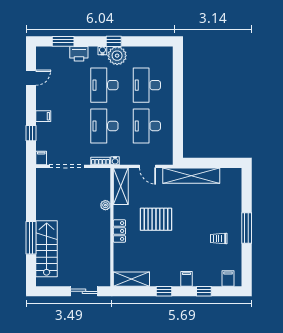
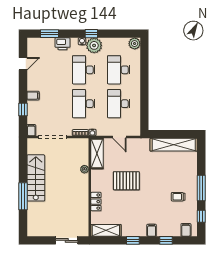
plant: (166, 53) -> (135, 44), added
shelving: (191, 176) -> (174, 145), moved
locker: (119, 231) -> (96, 202), moved
stairs: (47, 249) -> (36, 178), moved
window: (247, 262) -> (201, 216), added

